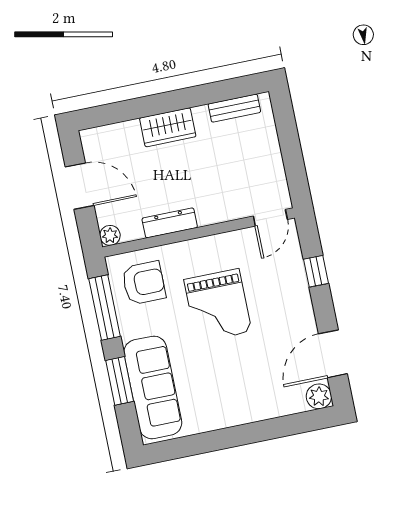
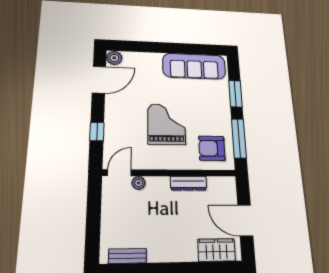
wardrobe: (168, 127) -> (217, 250), moved
plant: (110, 235) -> (139, 183), moved
sofa: (153, 387) -> (194, 66), moved, turned -90

